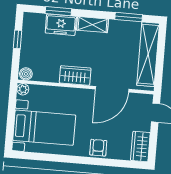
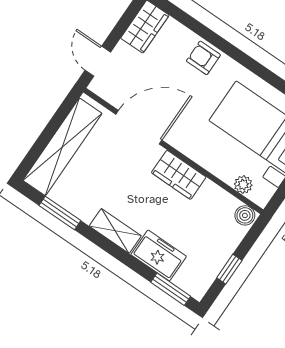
window: (58, 11) -> (171, 289), moved
plant: (23, 89) -> (243, 185), moved
armchair: (98, 148) -> (203, 58), turned 90

